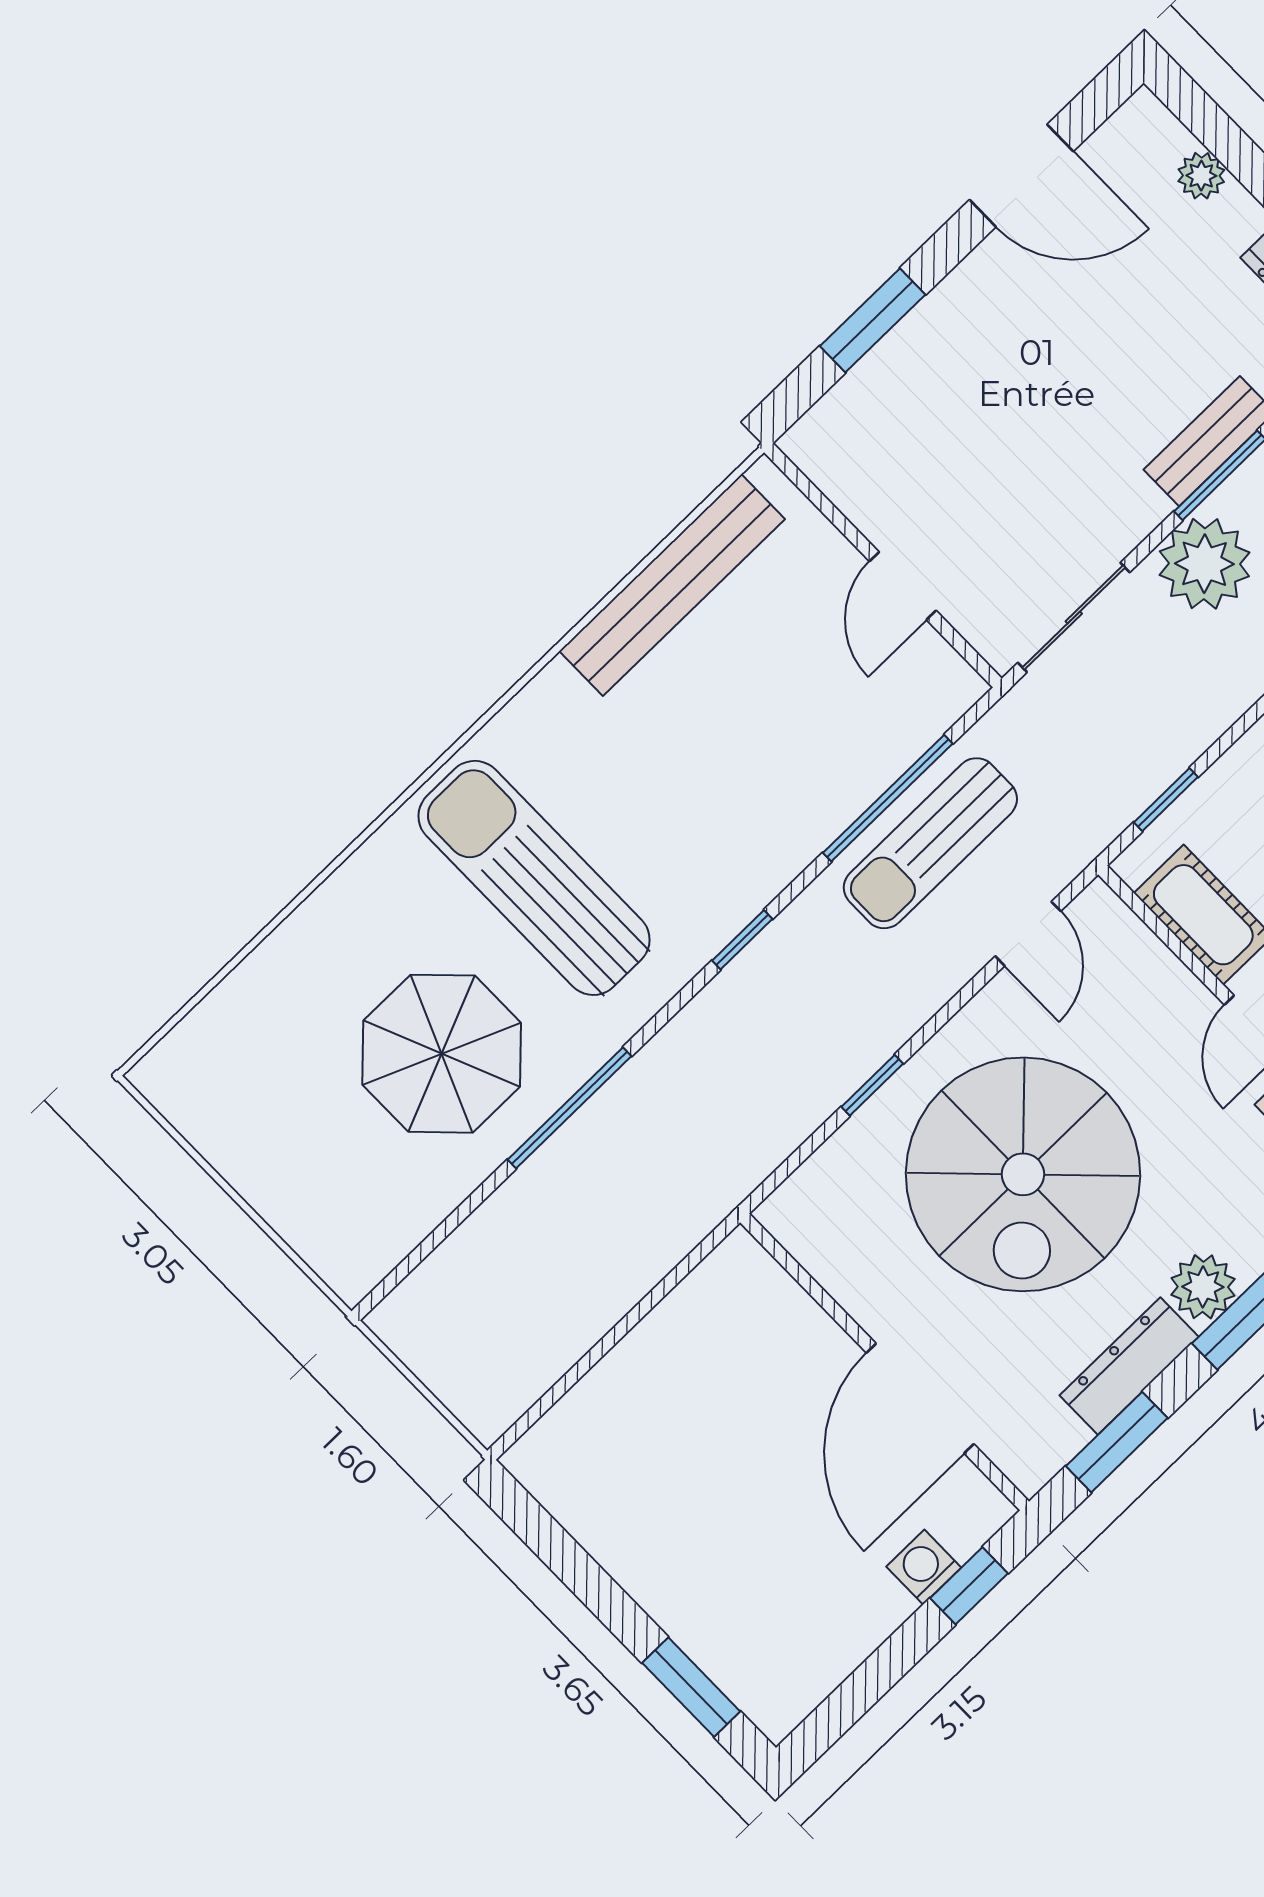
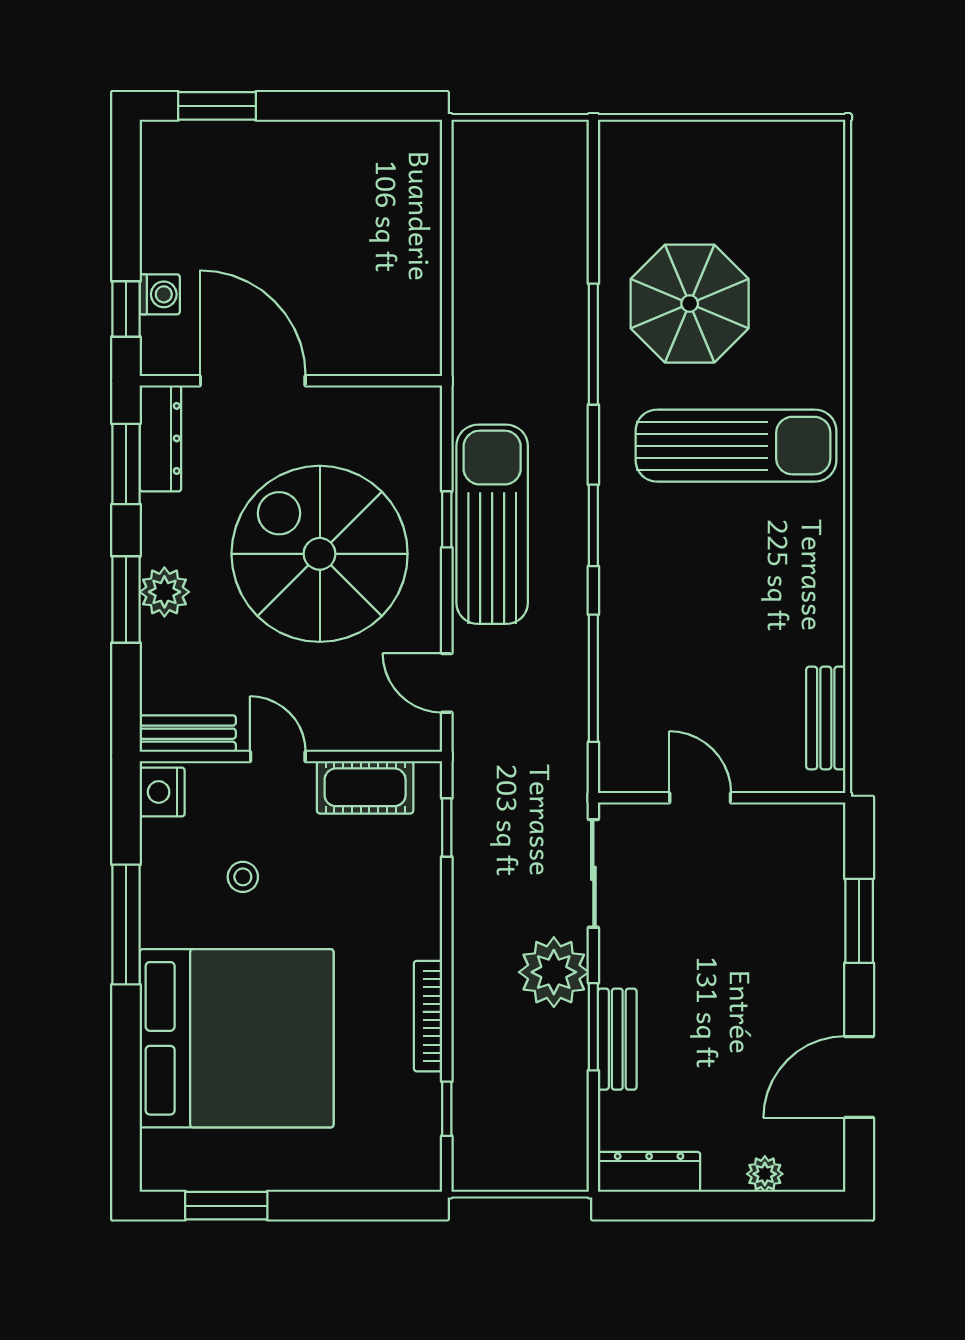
bench: (672, 585) -> (826, 718), width x0.54, depth x0.82
sun lounger: (930, 843) -> (492, 524), moved, width x1.36, depth x1.34
window: (742, 940) -> (593, 525), width x1.50
dresser: (1129, 1366) -> (160, 438), moved

